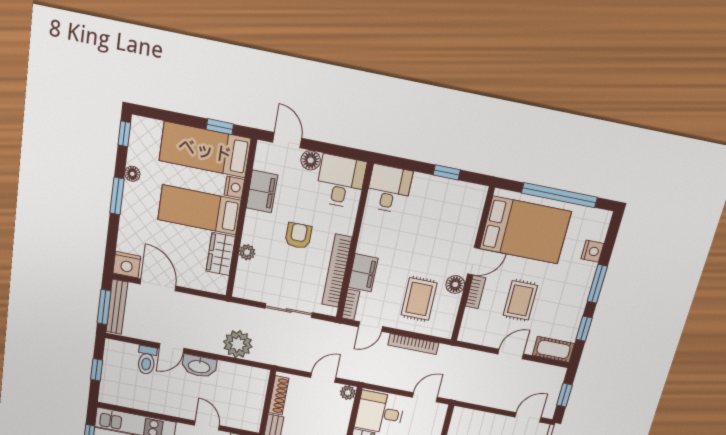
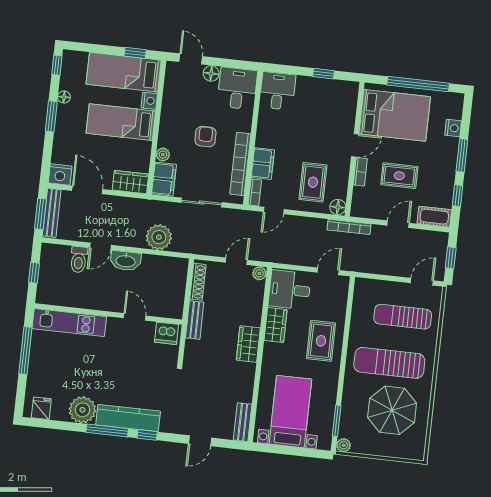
filing cabinet: (262, 191) -> (164, 179), moved
wardrobe: (221, 254) -> (130, 182), moved, turned 90
floor lamp: (455, 284) -> (338, 207), moved
rug: (520, 300) -> (399, 176), turned 90
bookcase: (413, 344) -> (349, 227), moved

